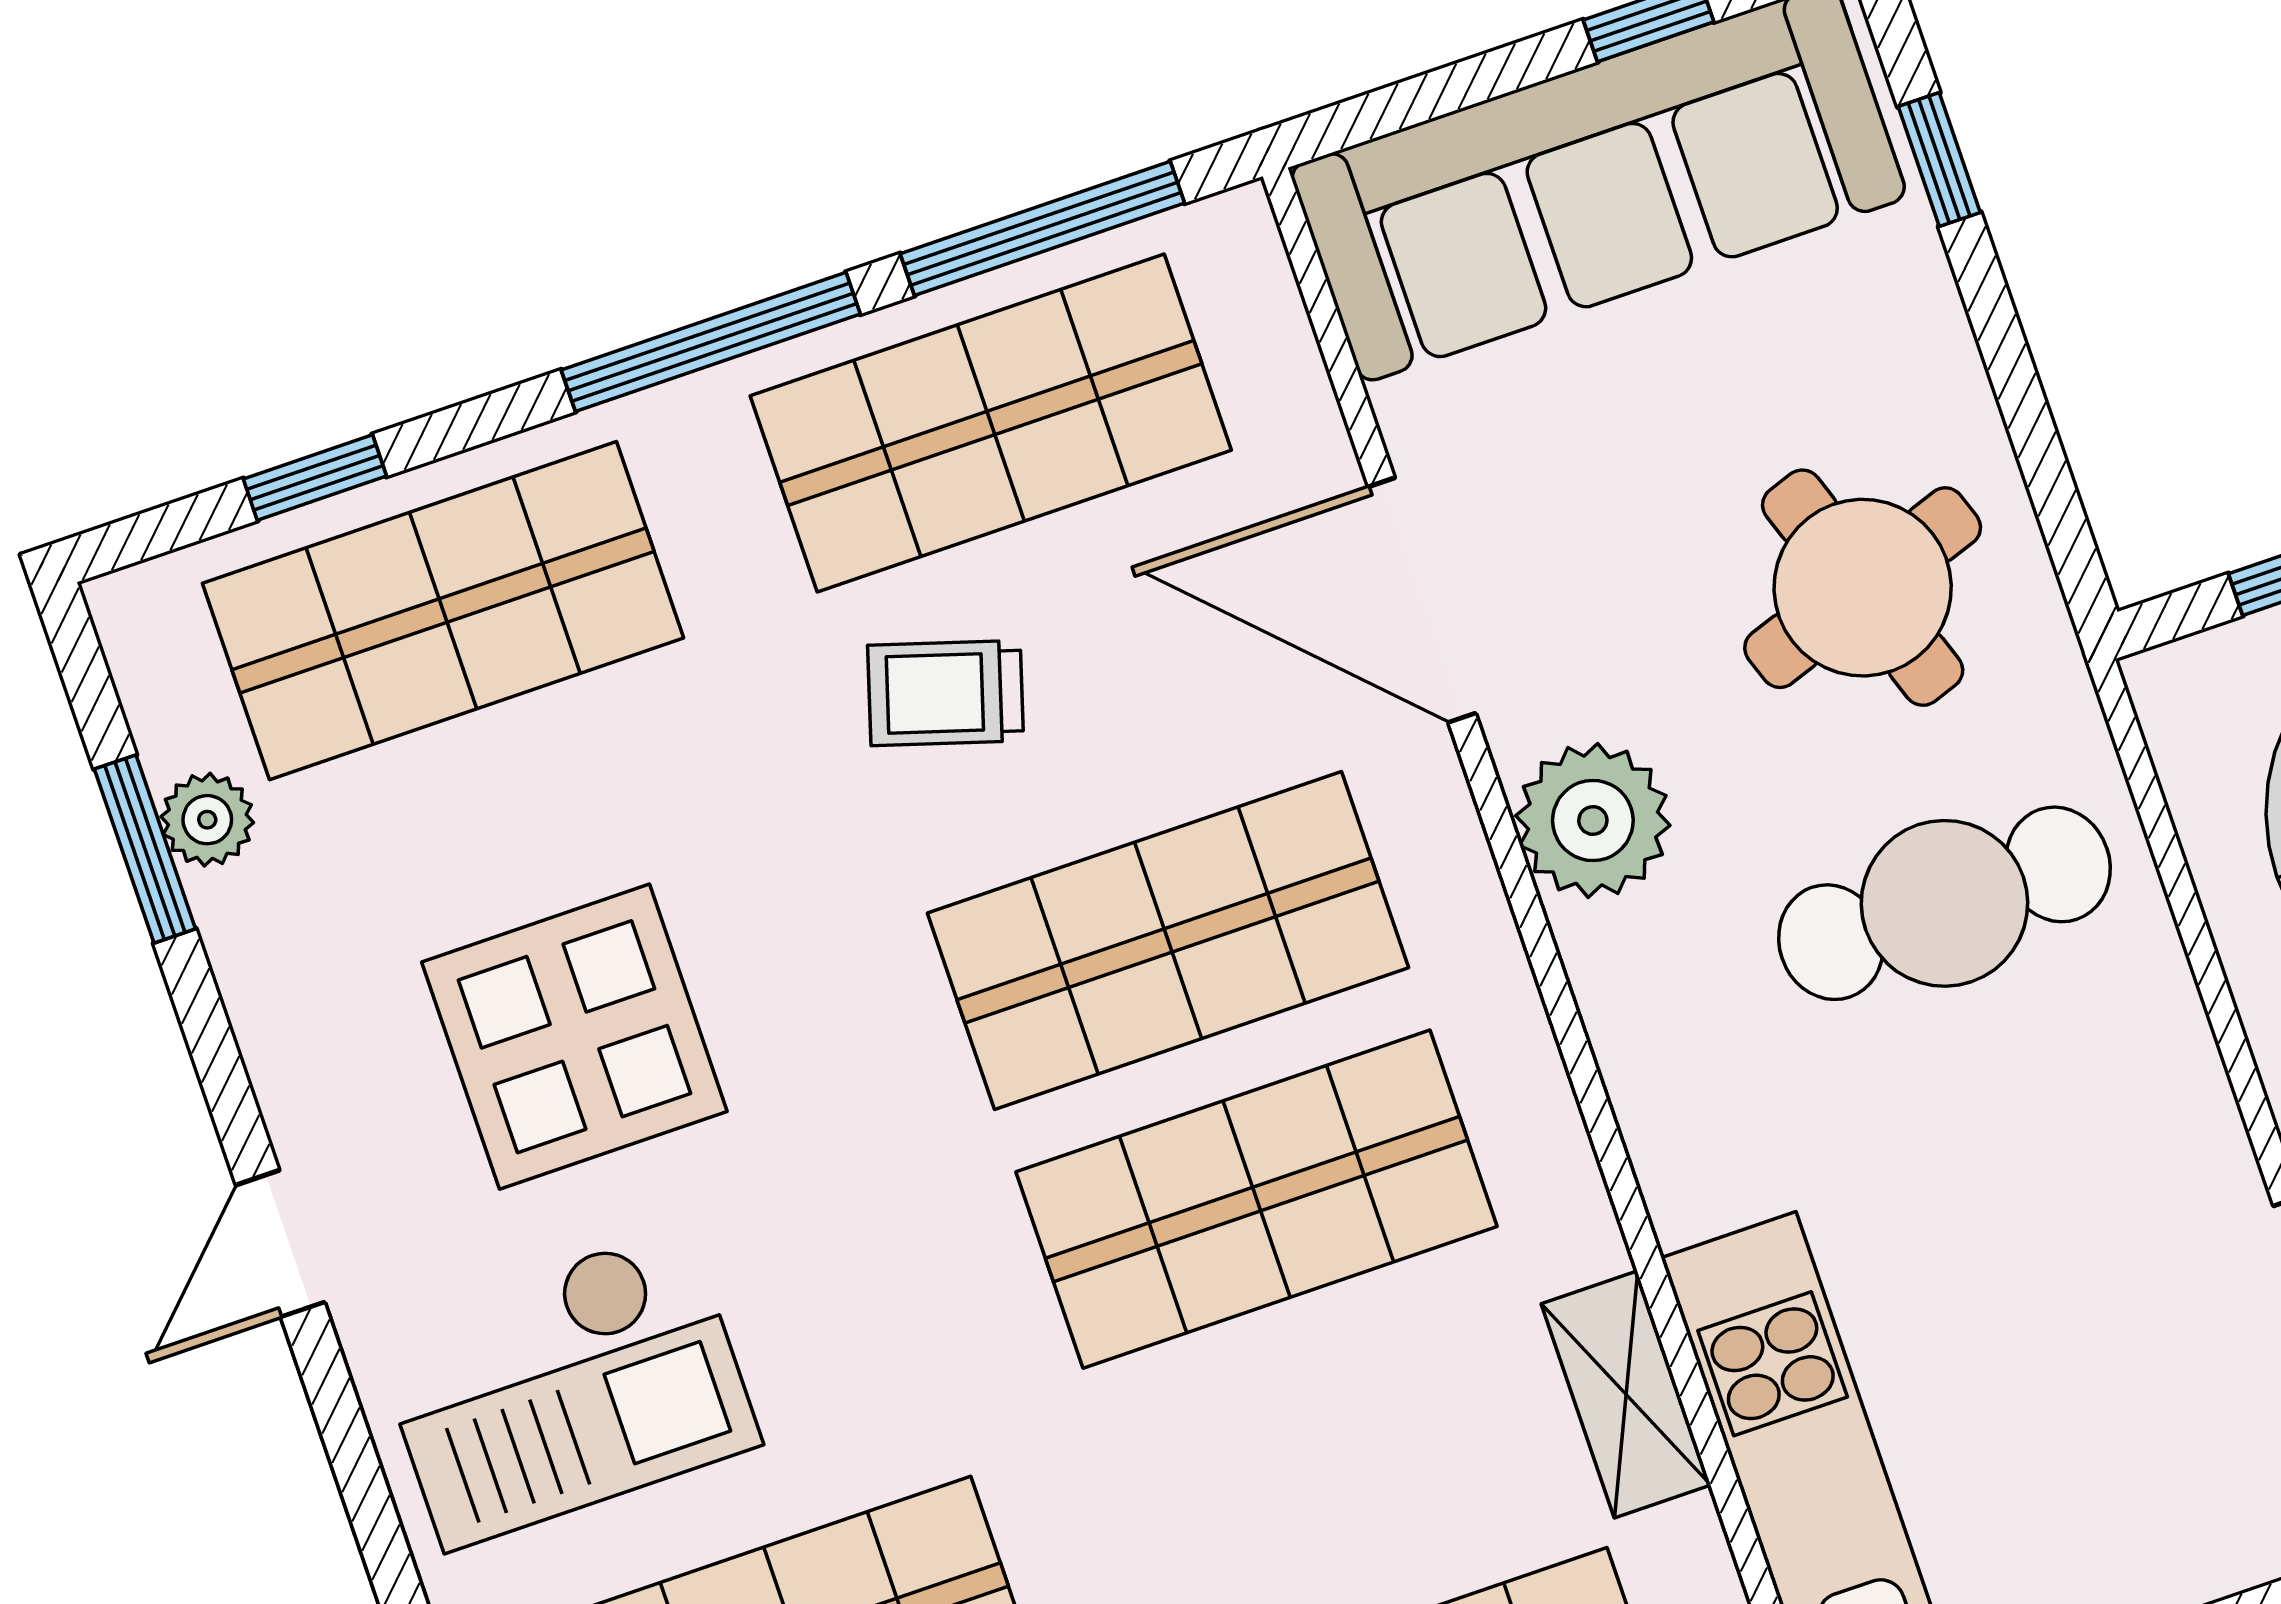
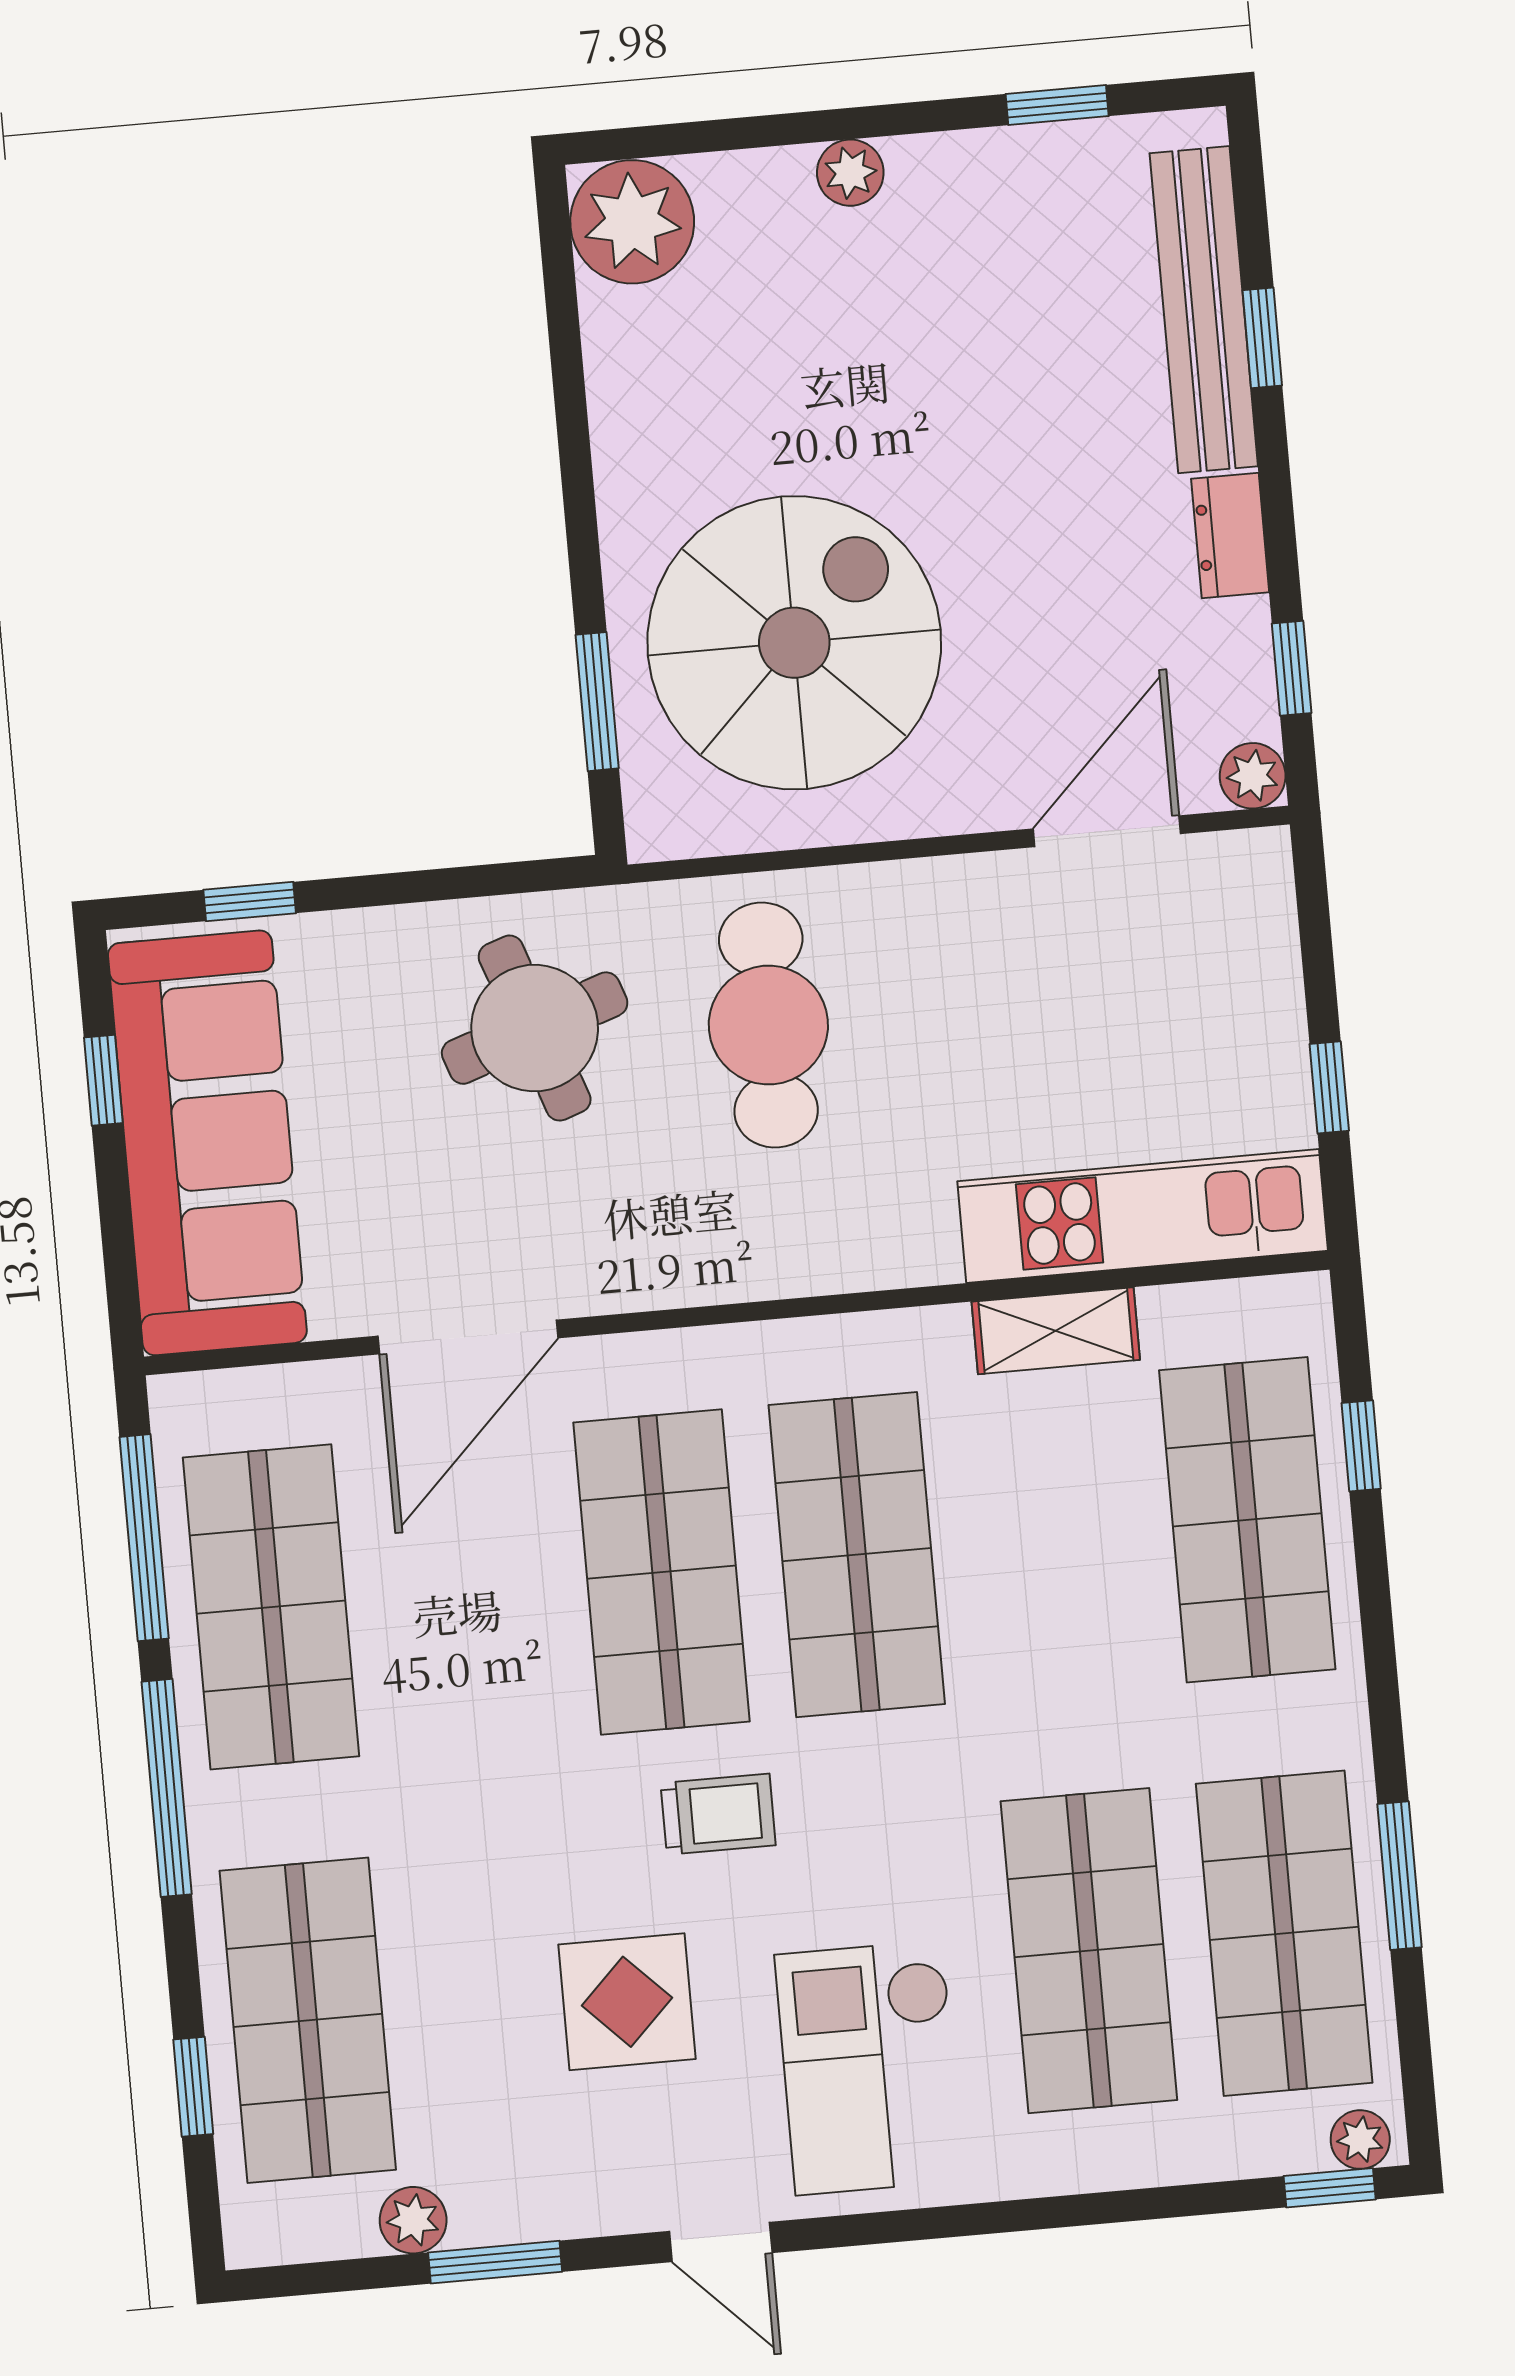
trolley: (946, 693) -> (718, 1814), moved, turned -107
plant: (1593, 820) -> (651, 1256), removed
window: (145, 849) -> (495, 2262), moved
display table: (574, 1037) -> (627, 2002), width x0.73, depth x0.73
checkout: (566, 1387) -> (870, 2068), turned 180

